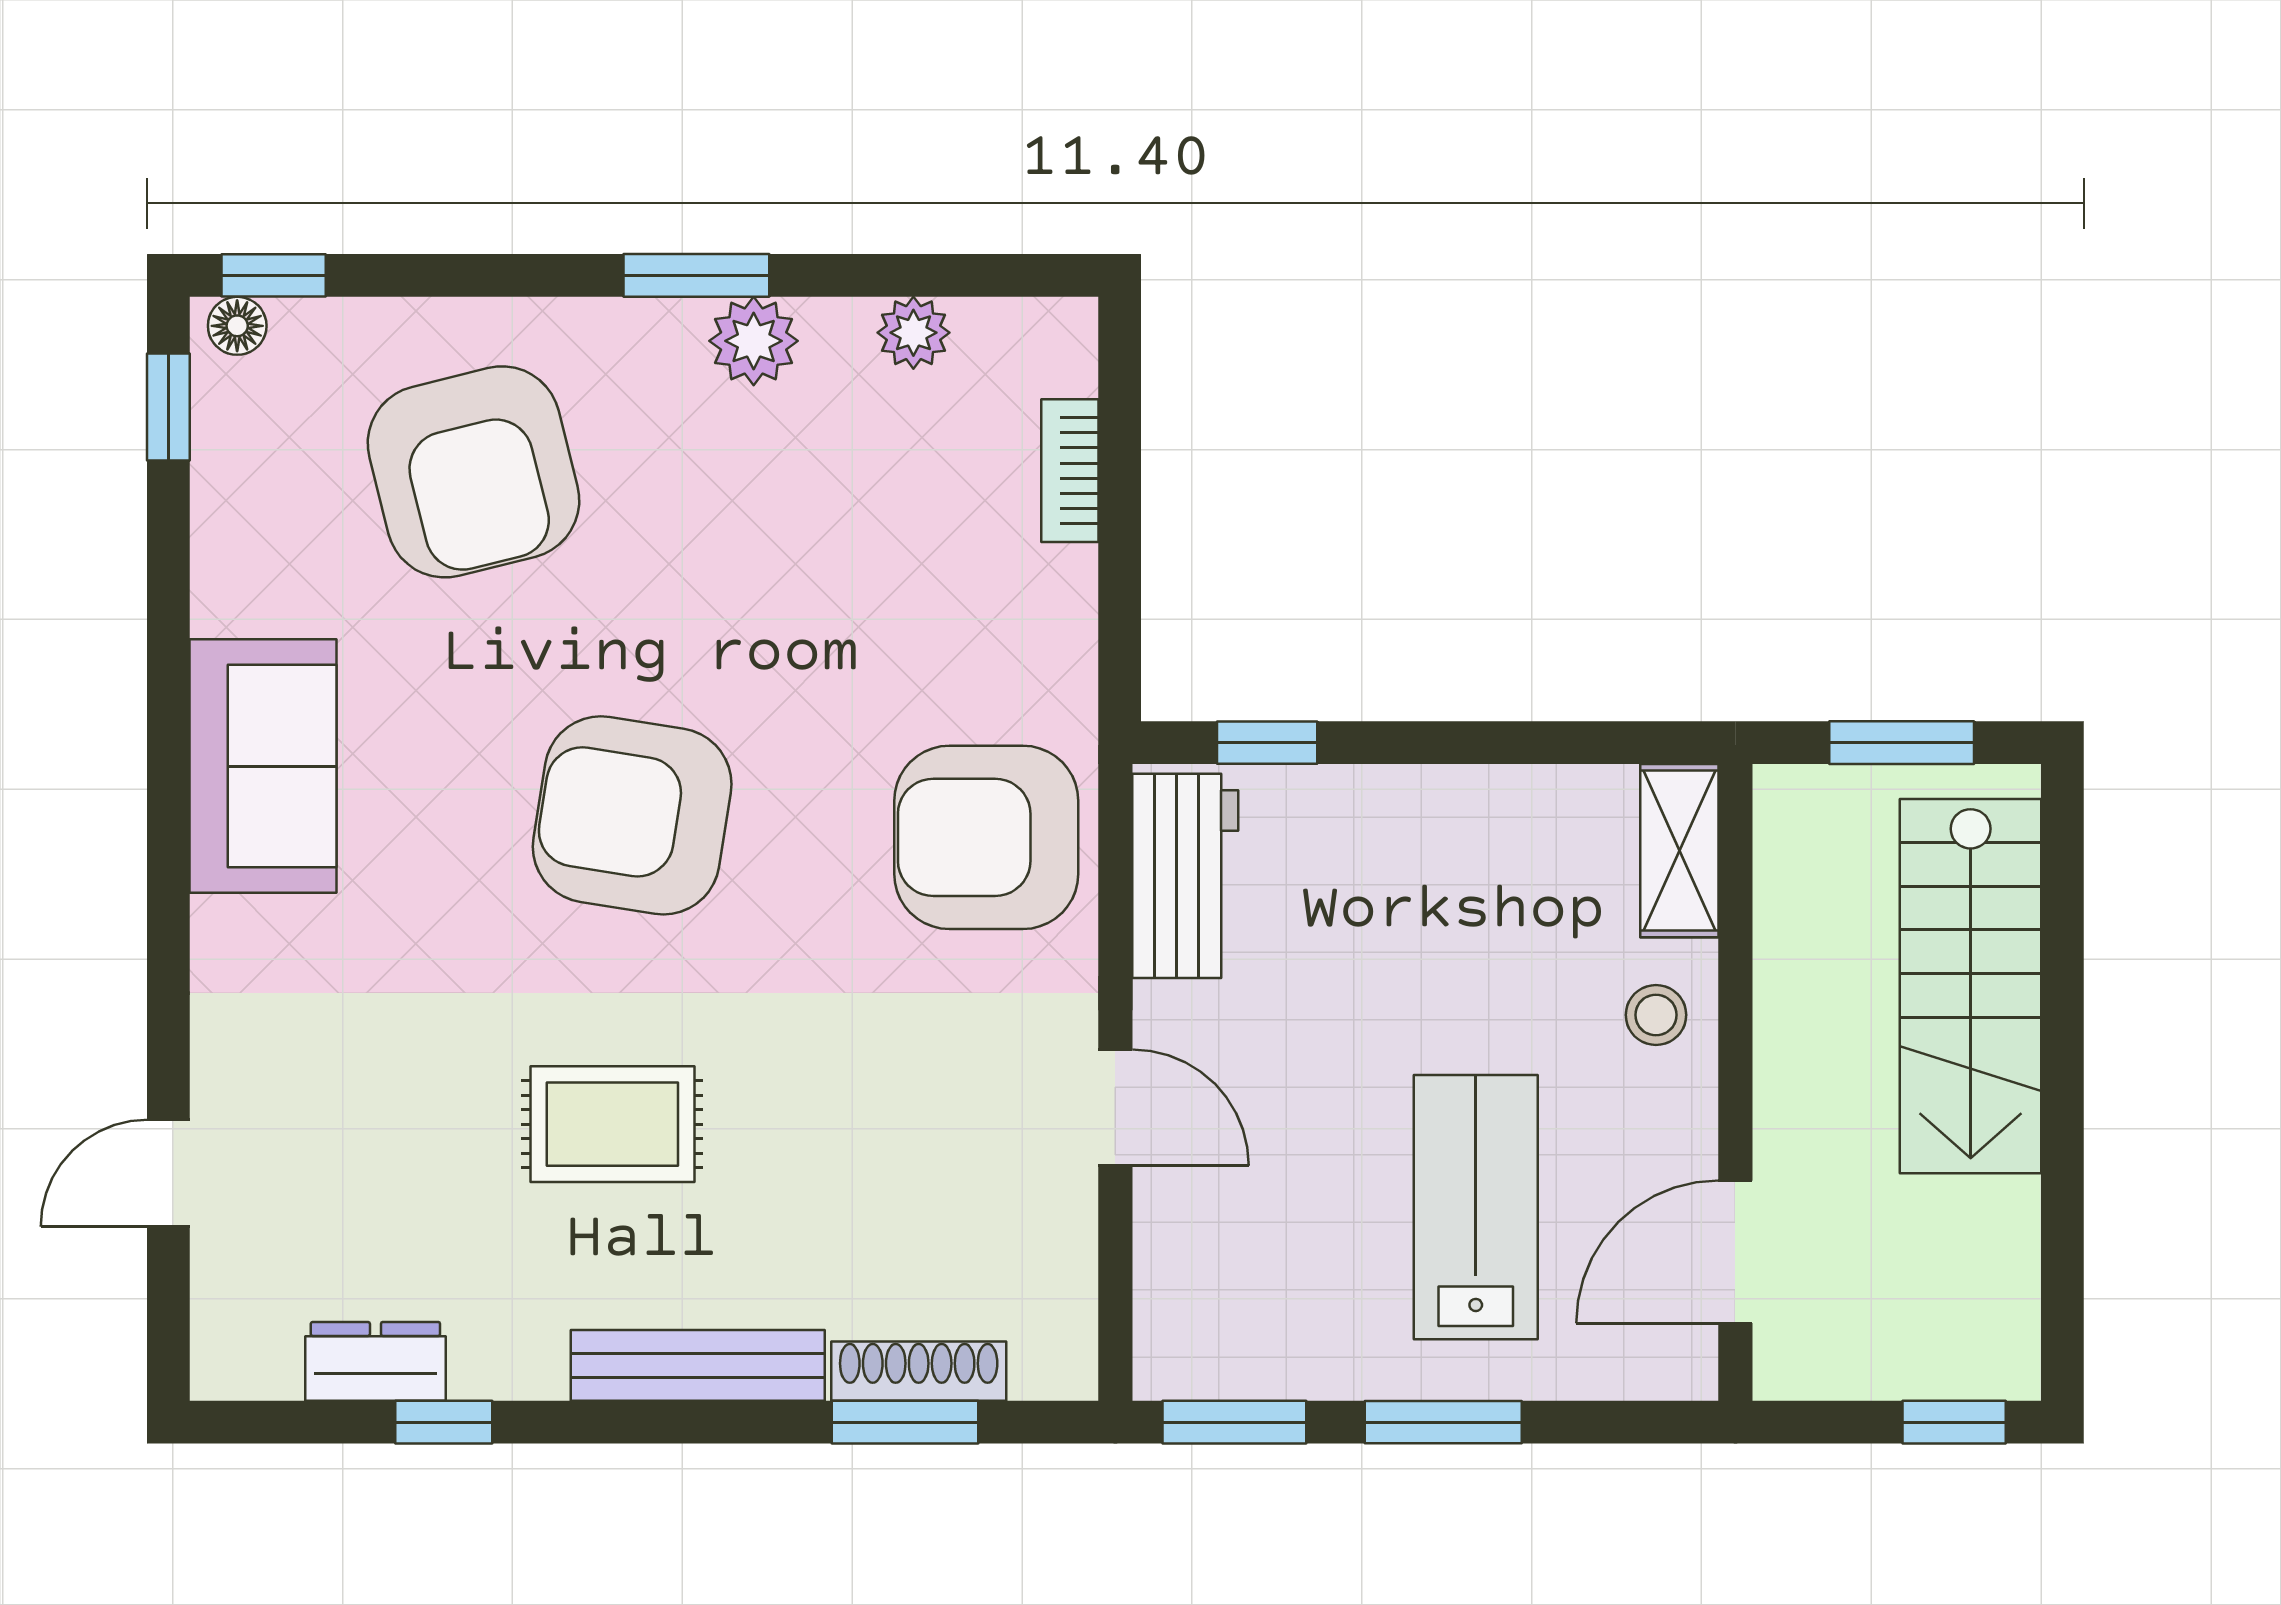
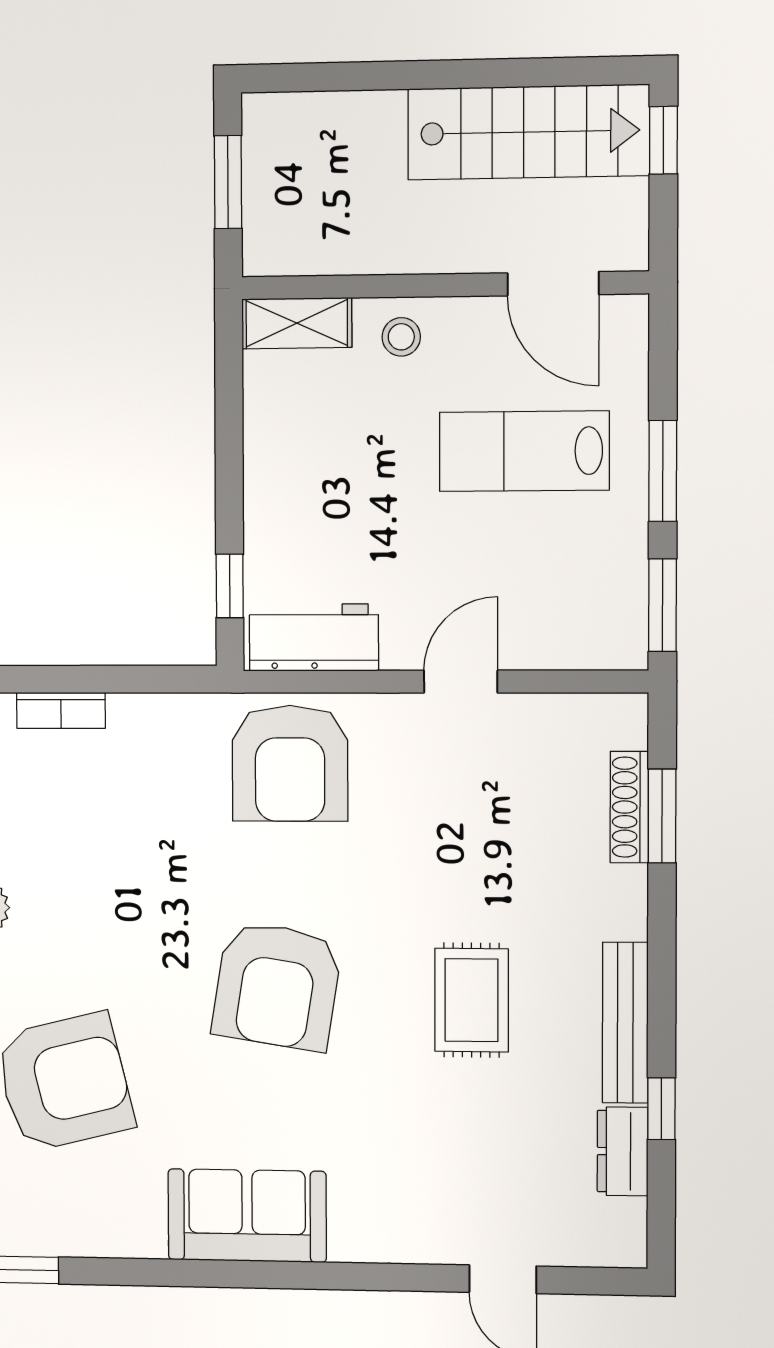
stairs: (1971, 986) -> (528, 132), moved
bench: (698, 1365) -> (625, 1023), moved

